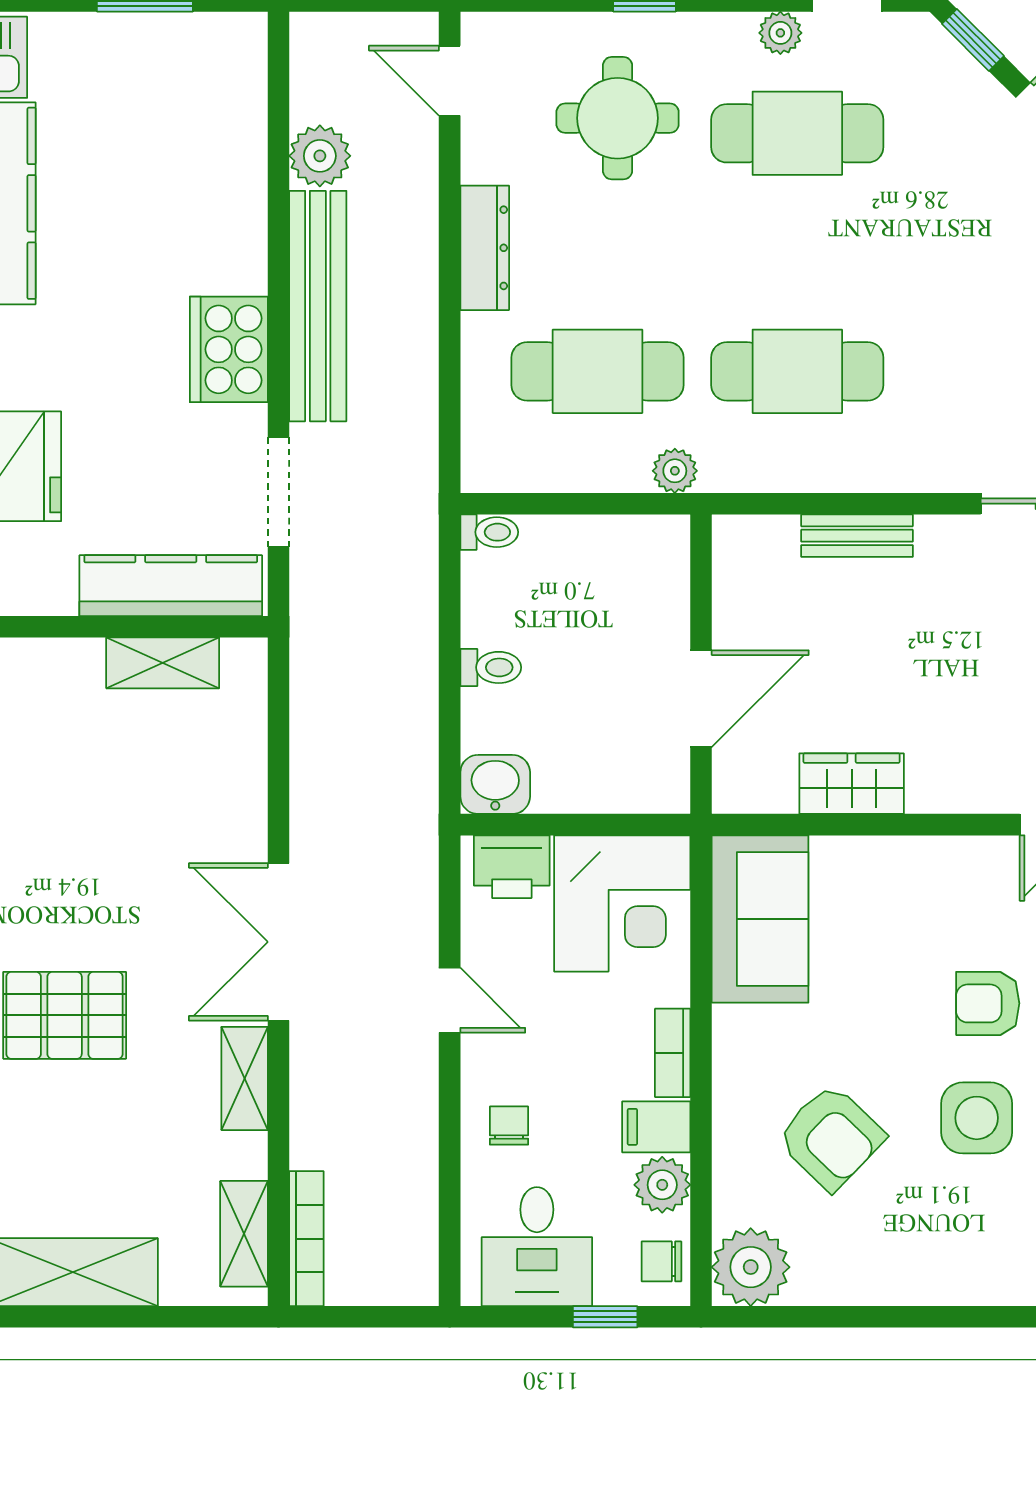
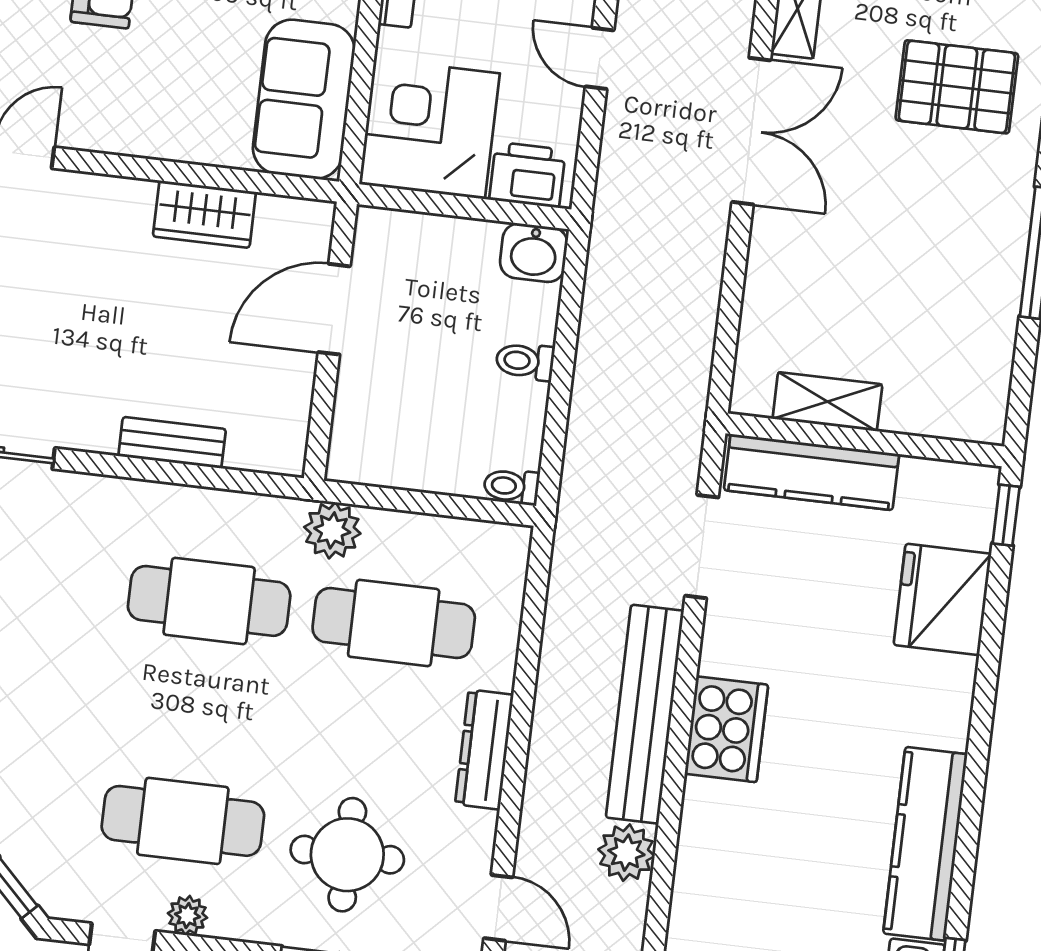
cooker: (229, 349) -> (726, 729), moved
plant: (675, 471) -> (332, 530), width x1.38, depth x1.38

